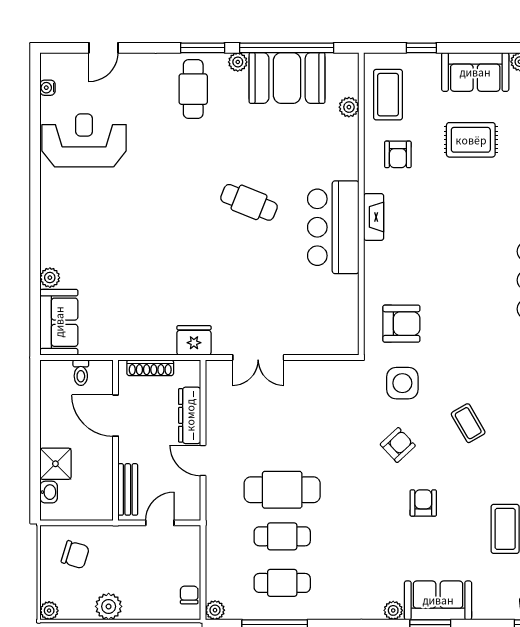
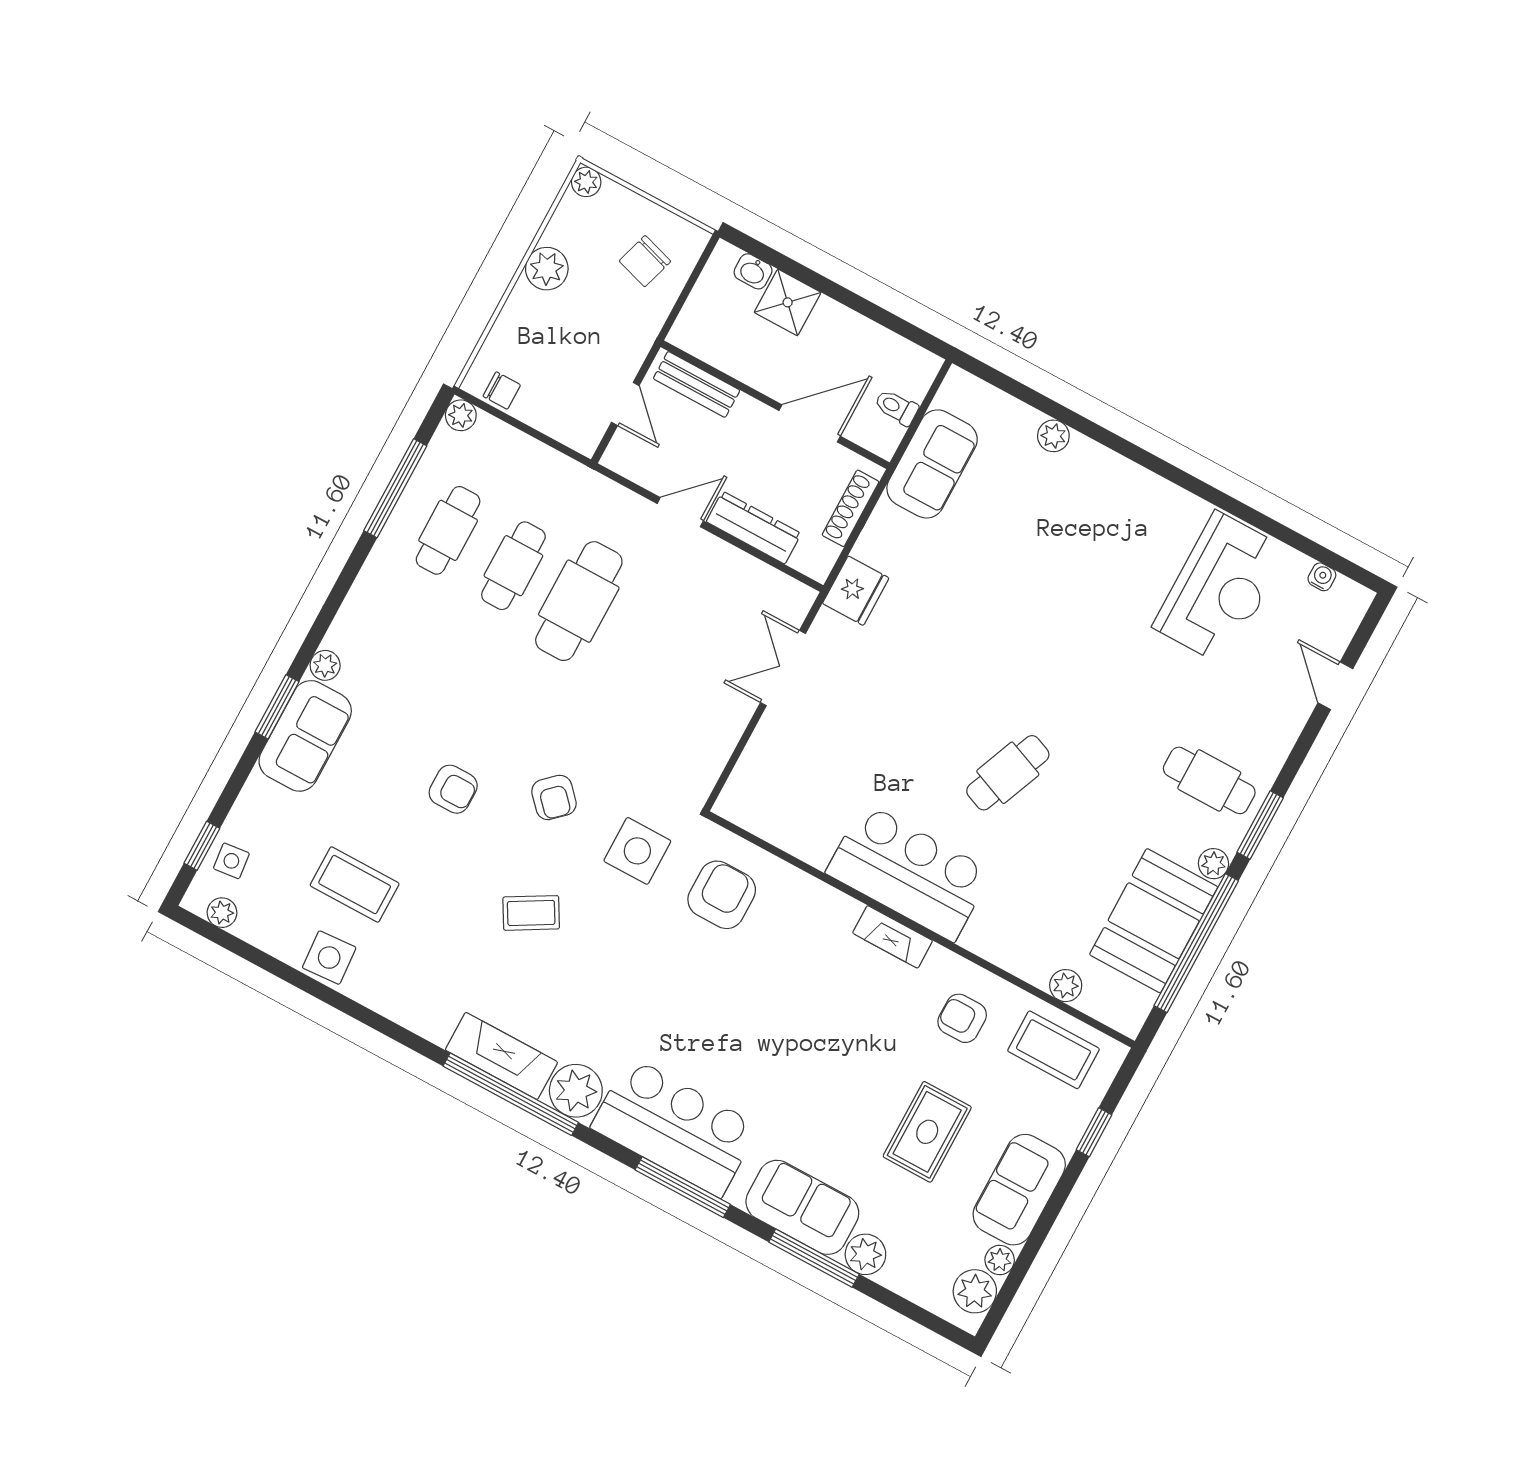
sofa: (59, 322) -> (932, 464), moved, turned -90
armchair: (401, 324) -> (722, 895), turned 180

